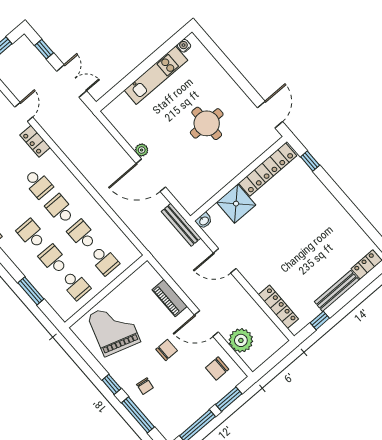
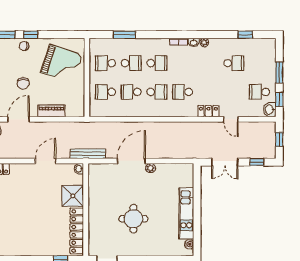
school desk: (82, 235) -> (131, 92), turned 180
chair: (145, 386) -> (24, 46), moved

